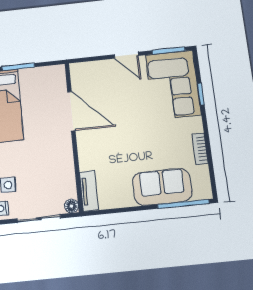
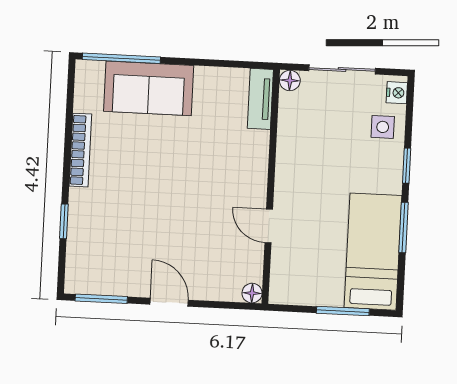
floor lamp: (76, 69) -> (252, 293), added
corner sofa: (173, 85) -> (104, 243), removed
door: (71, 111) -> (269, 226), width x0.53
bookcase: (200, 149) -> (80, 150), width x1.56

